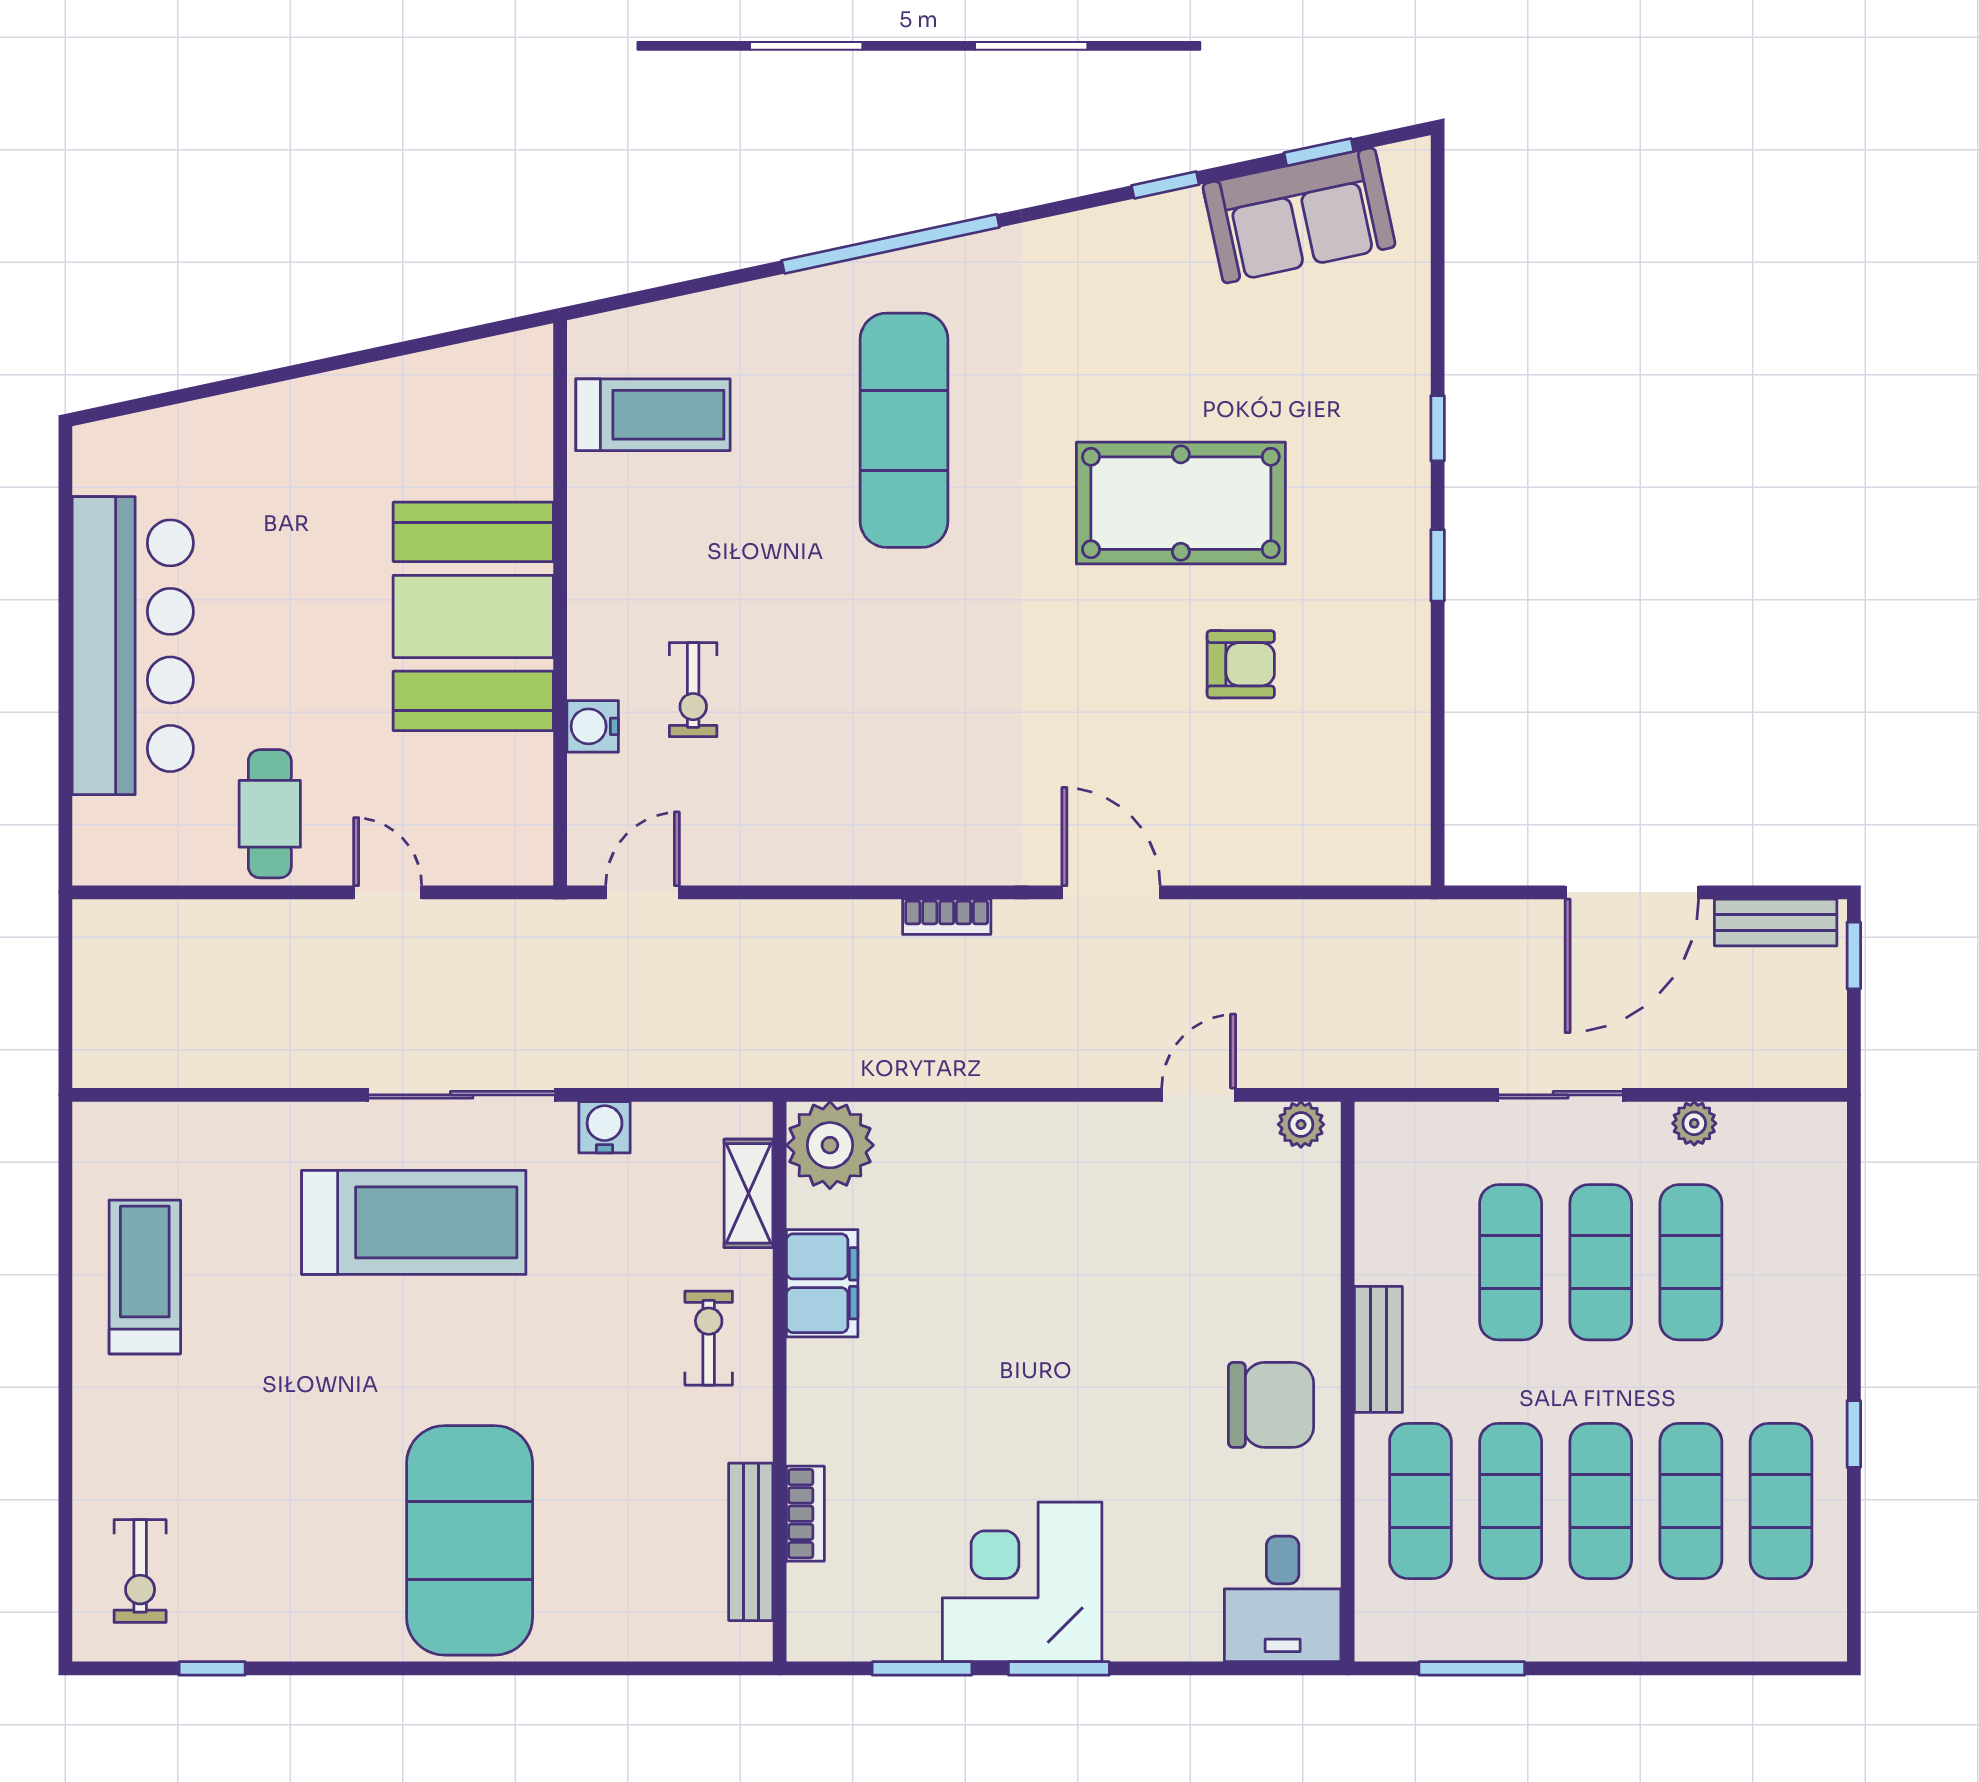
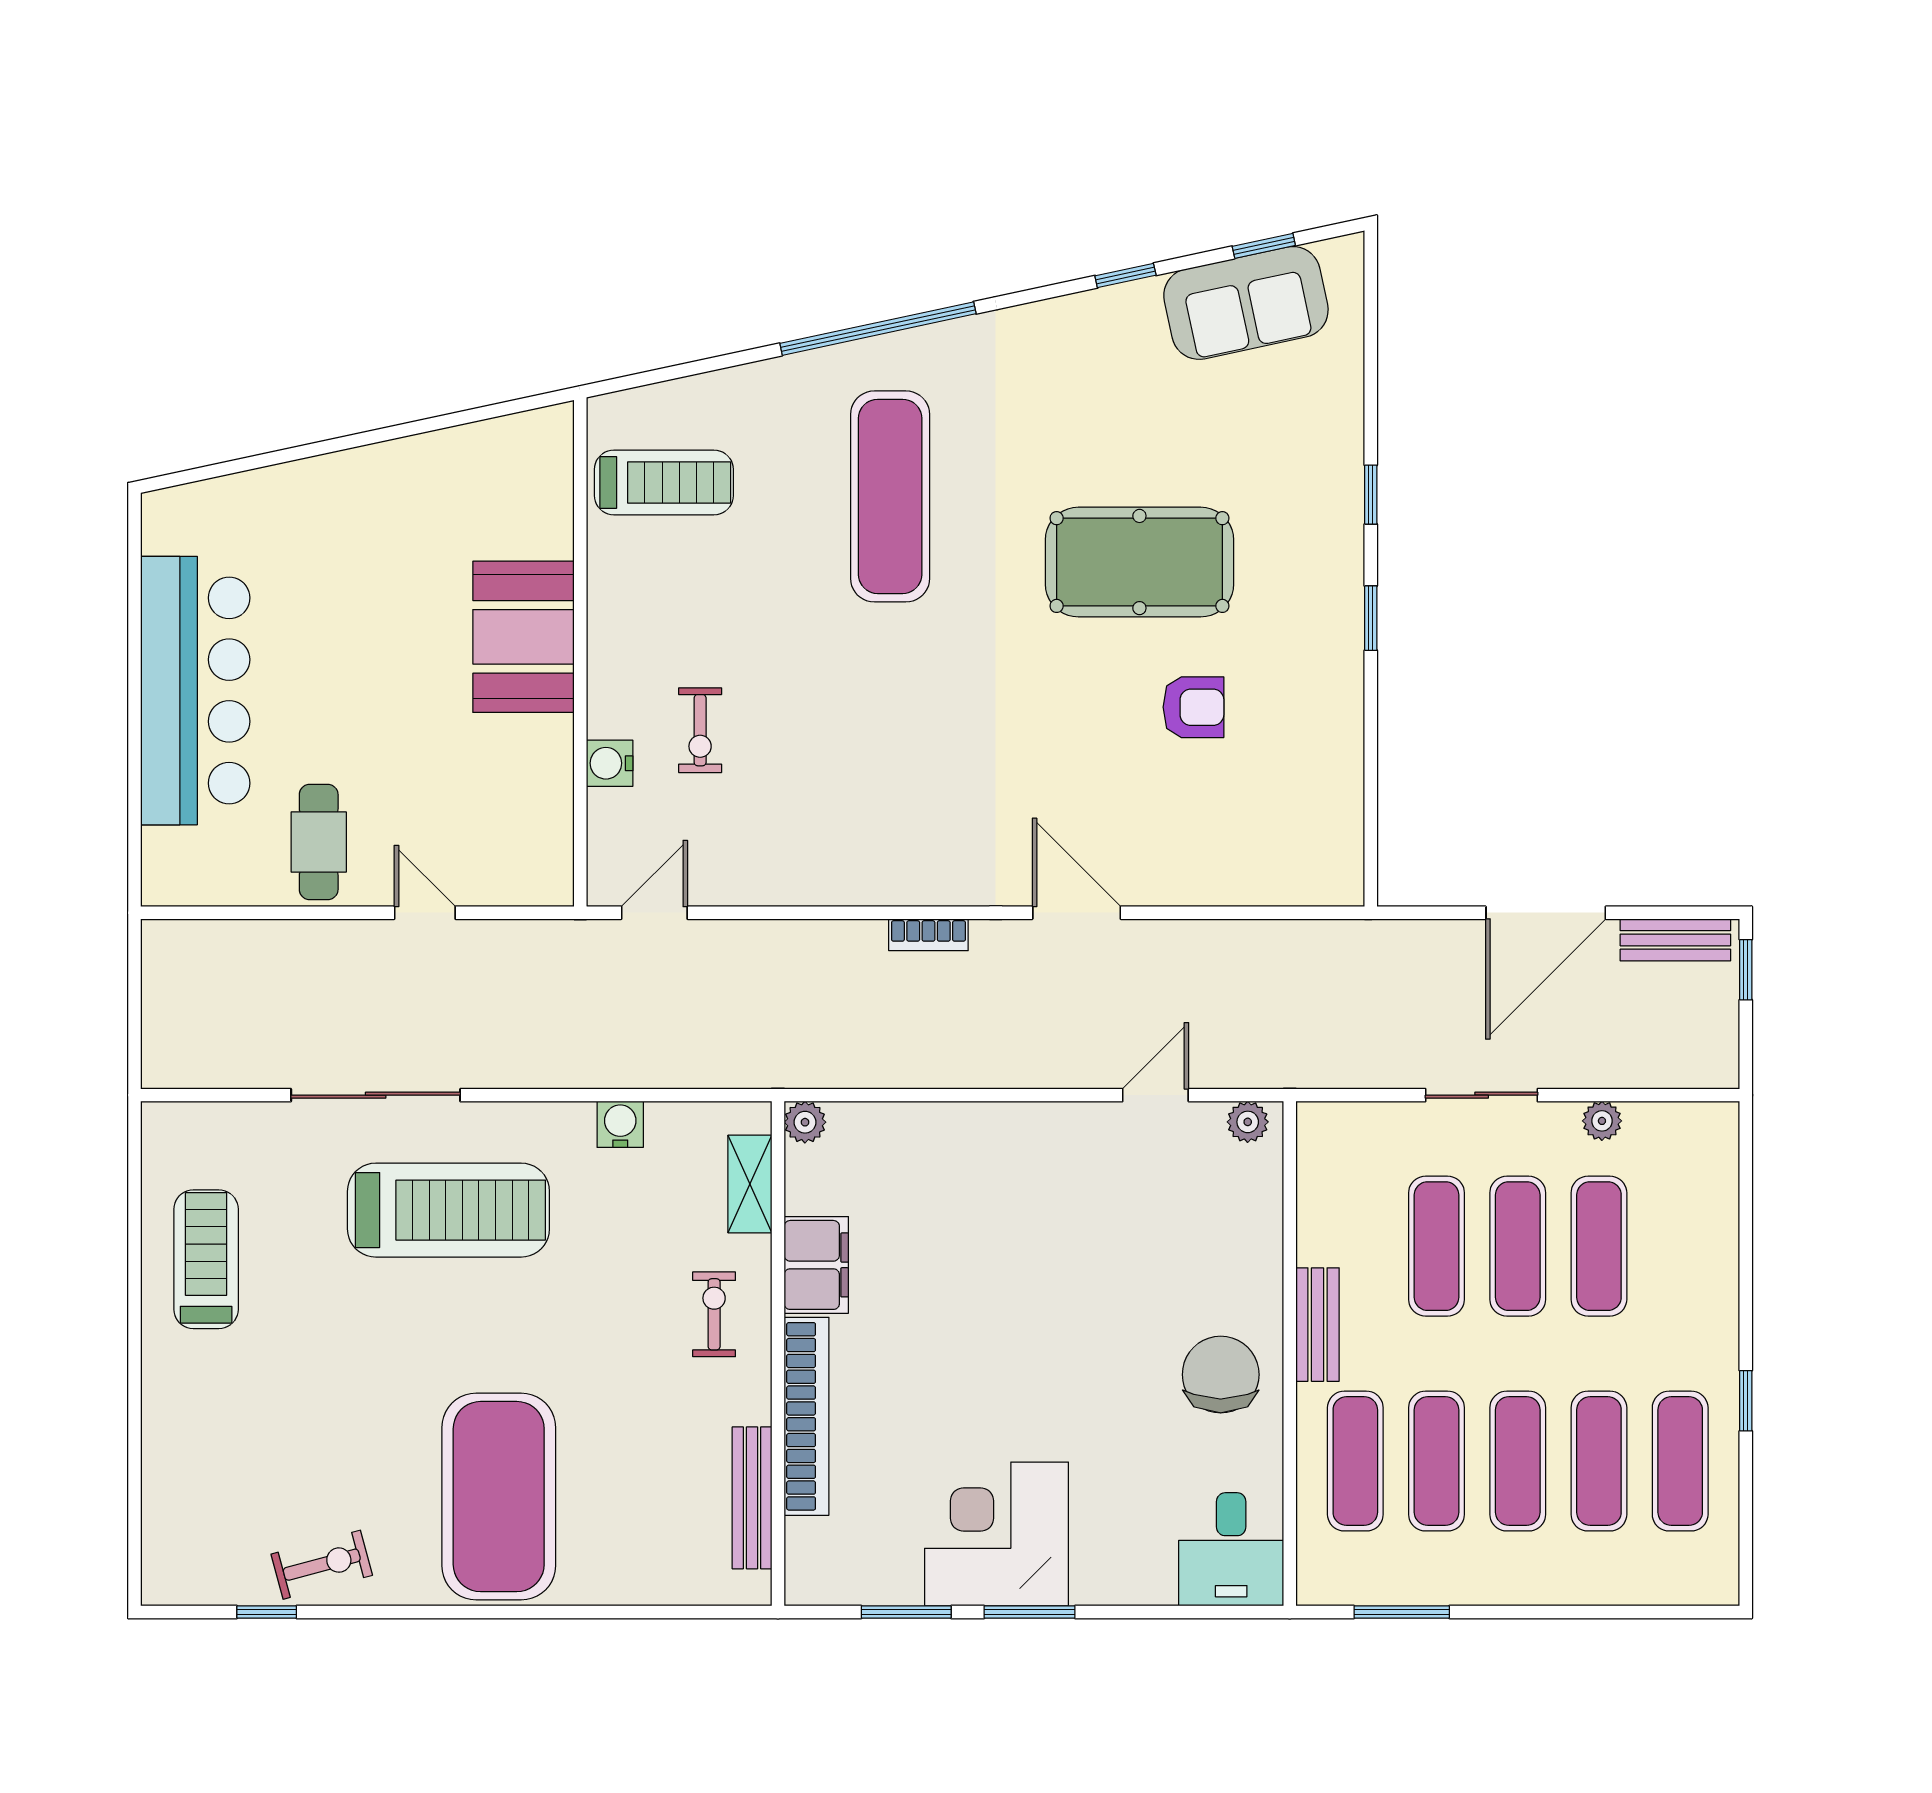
booth: (473, 616) -> (524, 637), width x0.73, depth x0.70
sliding door: (462, 1095) -> (376, 1095), moved
plant: (830, 1145) -> (805, 1122), width x0.53, depth x0.53
chair: (1271, 1405) -> (1221, 1375), turned -90
bookcase: (805, 1514) -> (806, 1416), width x2.31, depth x1.31
exercise bike: (140, 1571) -> (322, 1565), moved, turned -105

